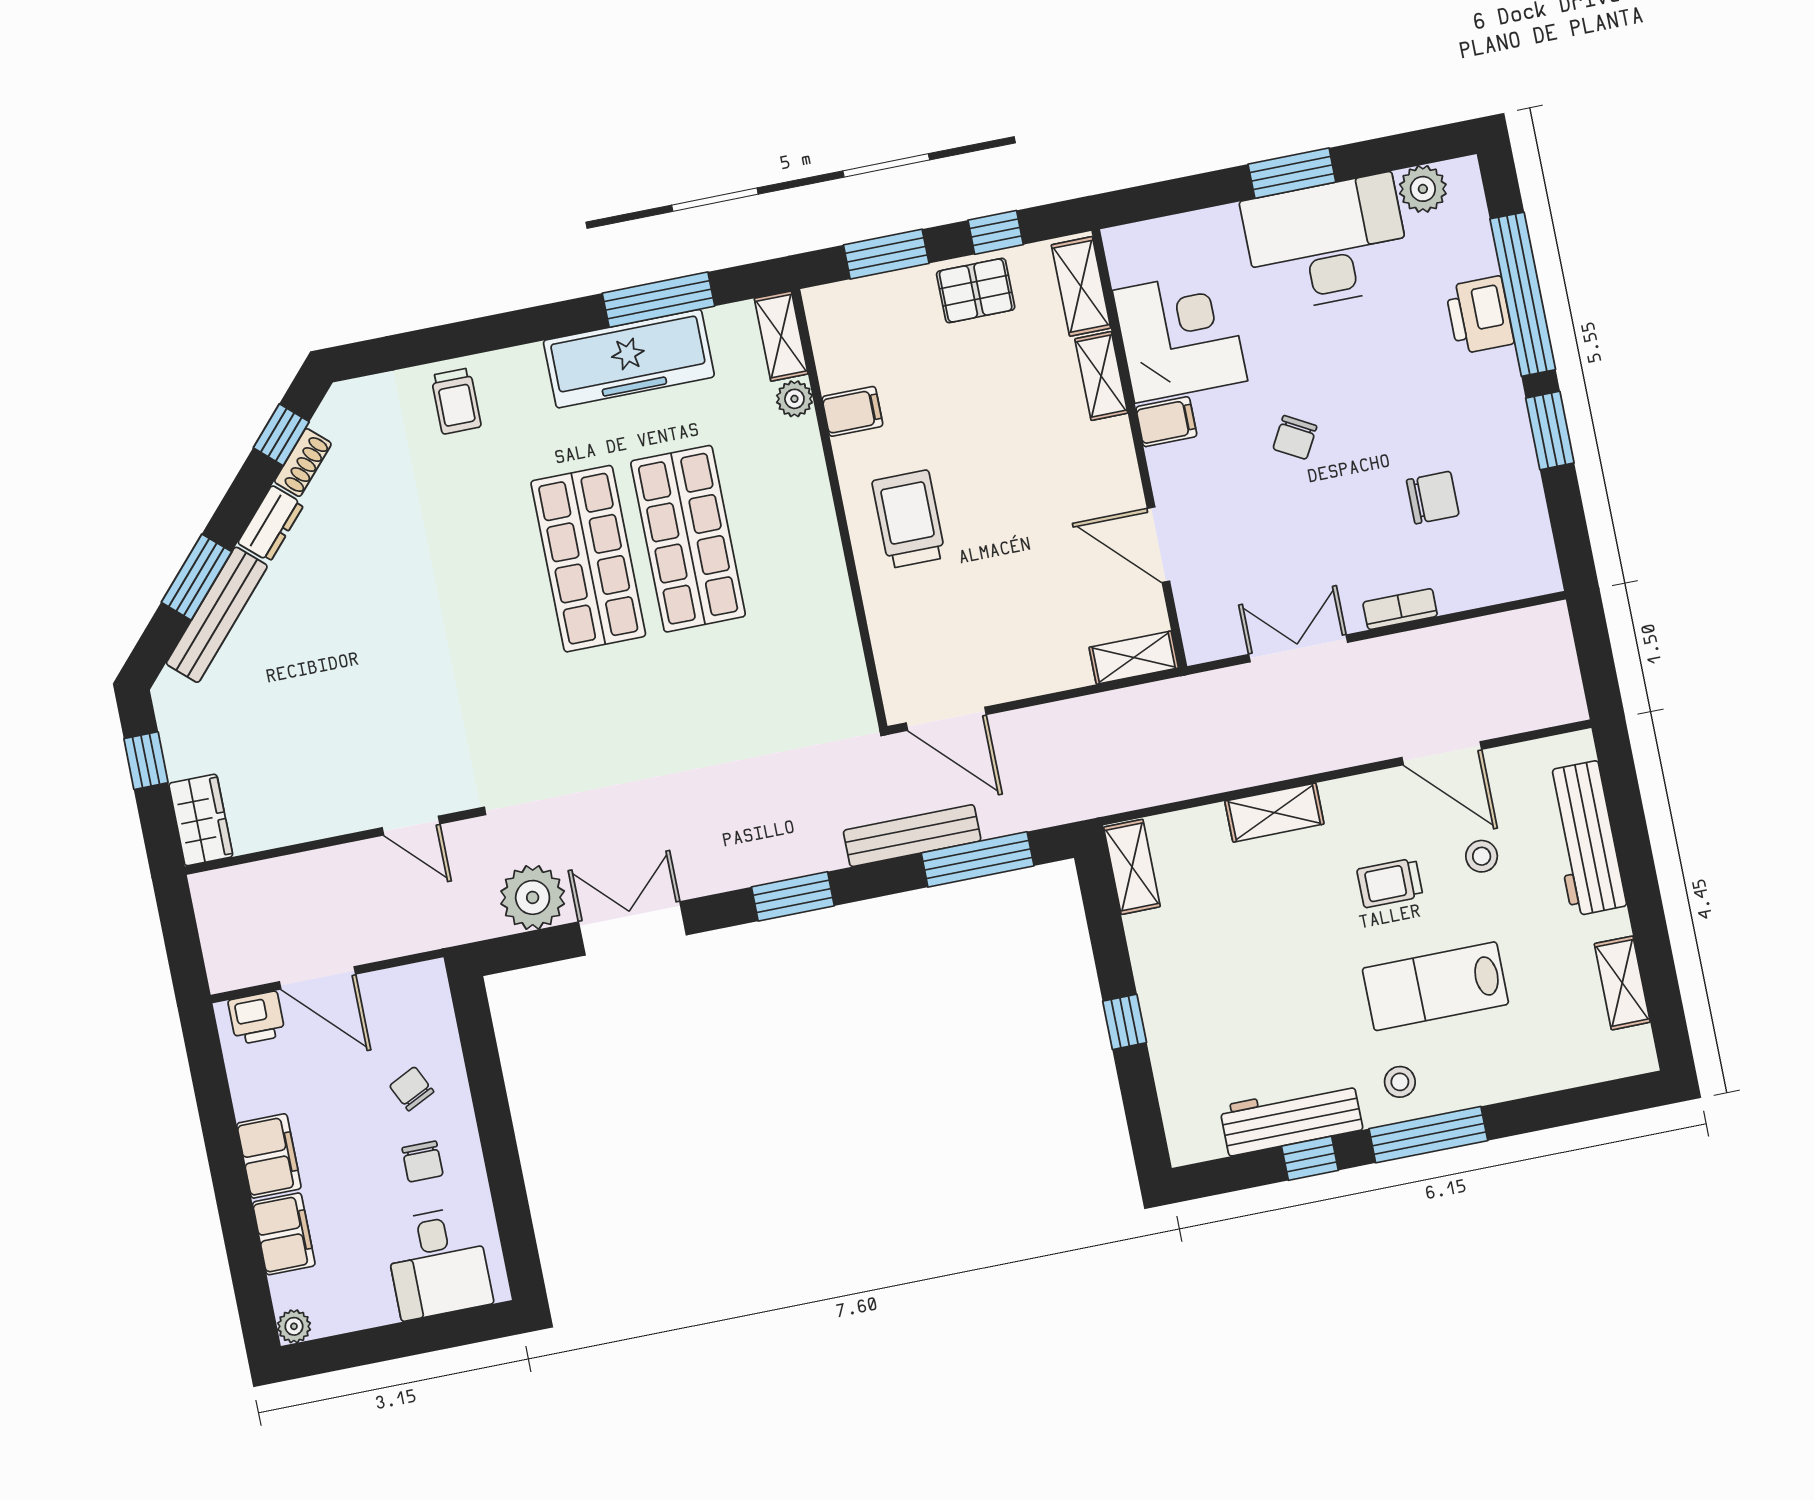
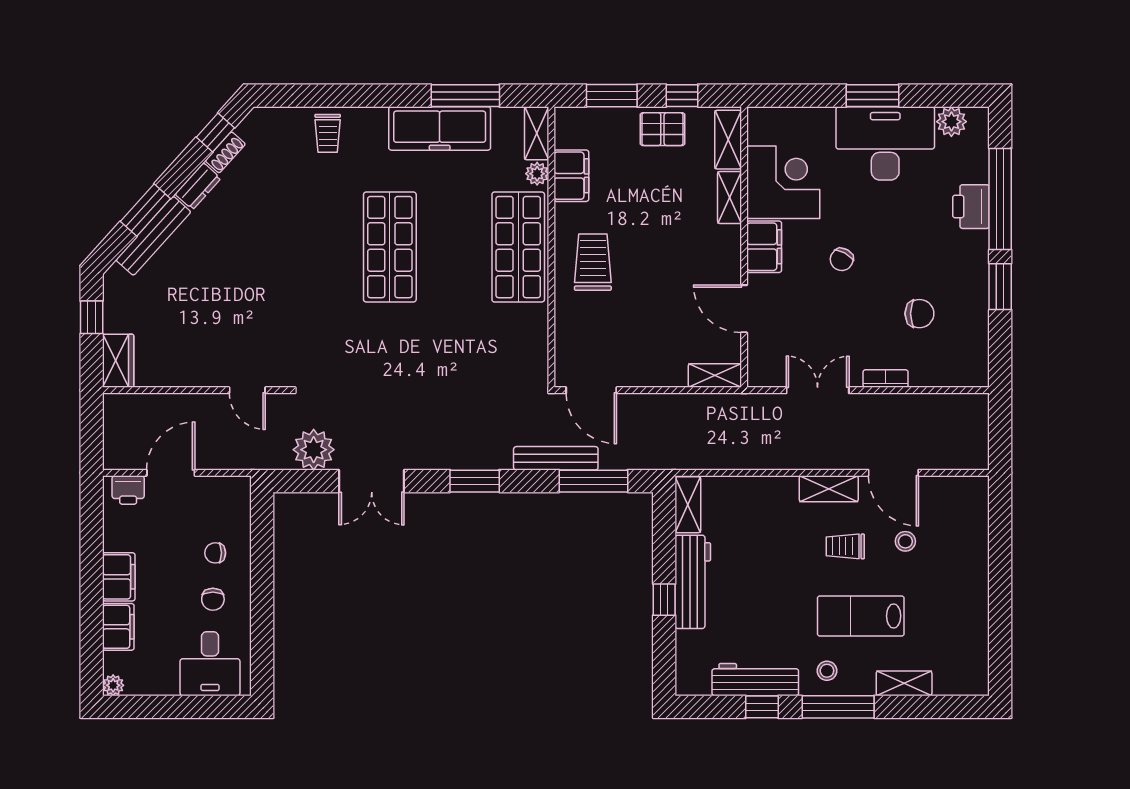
filing cabinet: (852, 411) -> (571, 176), width x2.00
filing cabinet: (1166, 422) -> (764, 247), width x2.00
shop shelf: (688, 539) -> (518, 247), moved
shelving: (1274, 813) -> (829, 489), moved
workbench: (1585, 838) -> (693, 582), moved, turned 180
double door: (632, 928) -> (372, 481), swing flipped
door: (318, 978) -> (171, 473), swing flipped
shelving: (1622, 983) -> (904, 683), moved, turned 90
chair: (412, 1089) -> (215, 553), turned -64

